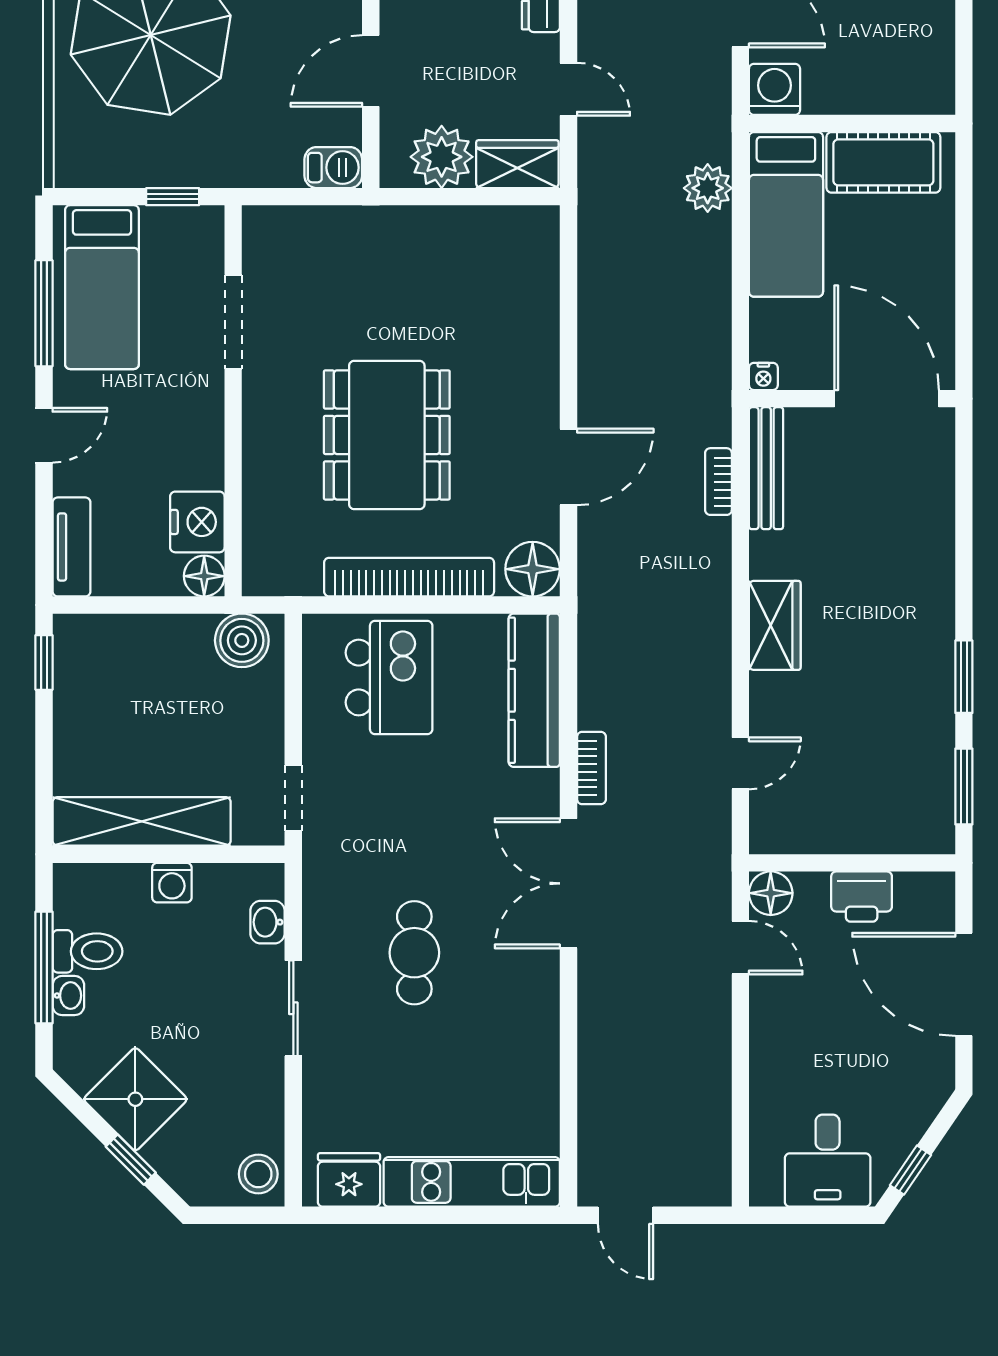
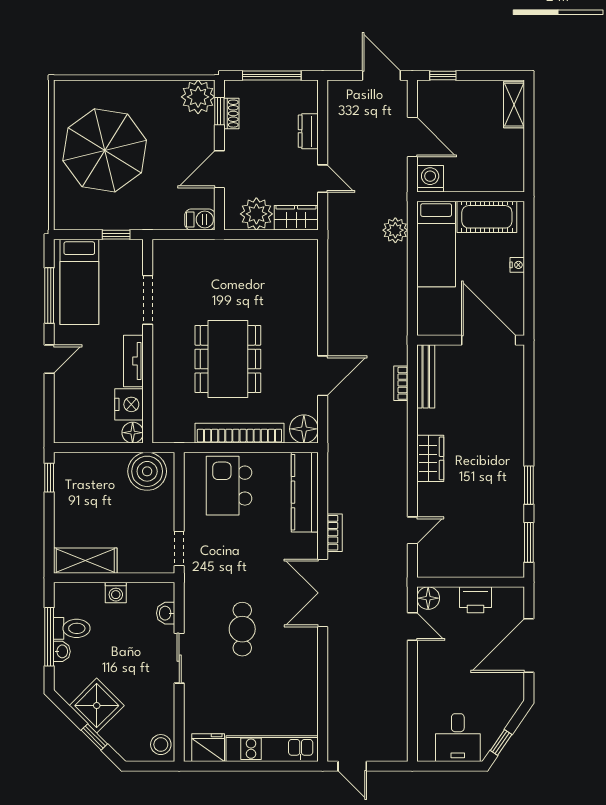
nightstand: (763, 376) -> (517, 265), moved, turned -90
tv unit: (71, 547) -> (133, 361), moved, turned 180
boiler: (242, 640) -> (147, 471), width x1.37, depth x1.37
kitchen island: (389, 678) -> (229, 486), turned 180
shelving: (142, 821) -> (85, 561), width x0.68
door: (964, 984) -> (529, 646), hinge flipped

